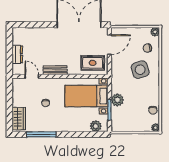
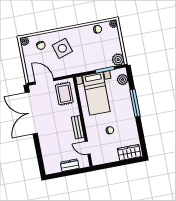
door: (32, 76) -> (88, 148), hinge flipped
plant: (117, 100) -> (118, 60), moved
window: (41, 134) -> (135, 103), moved

